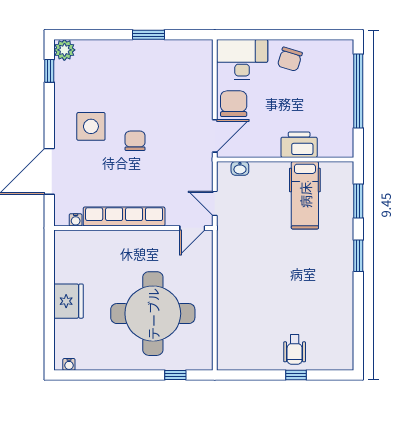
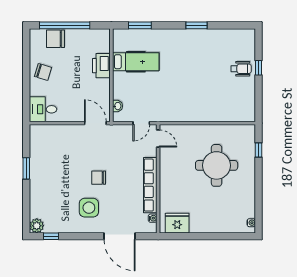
desk: (242, 59) -> (43, 109), width x0.73
chair: (234, 104) -> (55, 39), moved
window: (358, 256) -> (197, 25), moved
fridge: (68, 301) -> (177, 223), moved
round table: (153, 314) -> (217, 165), width x0.73, depth x0.73

